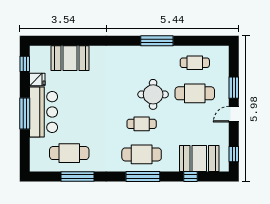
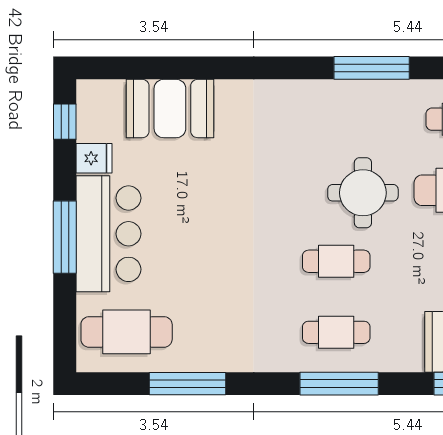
cafe table: (69, 153) -> (127, 332), moved
cafe table: (142, 154) -> (336, 332), width x0.73, depth x0.74

